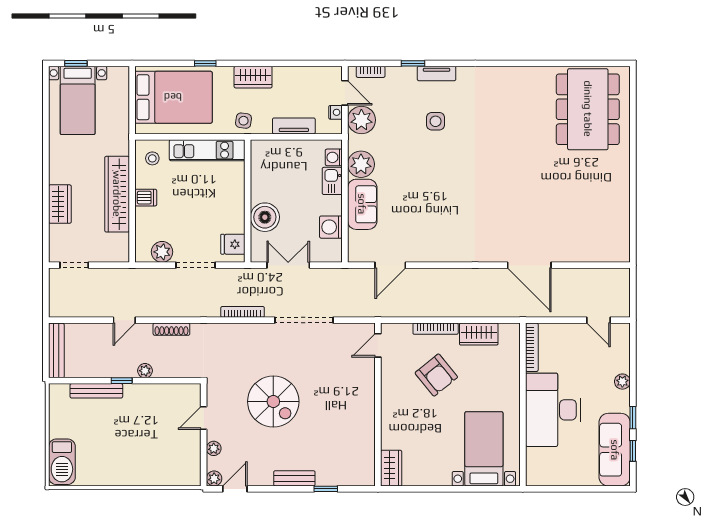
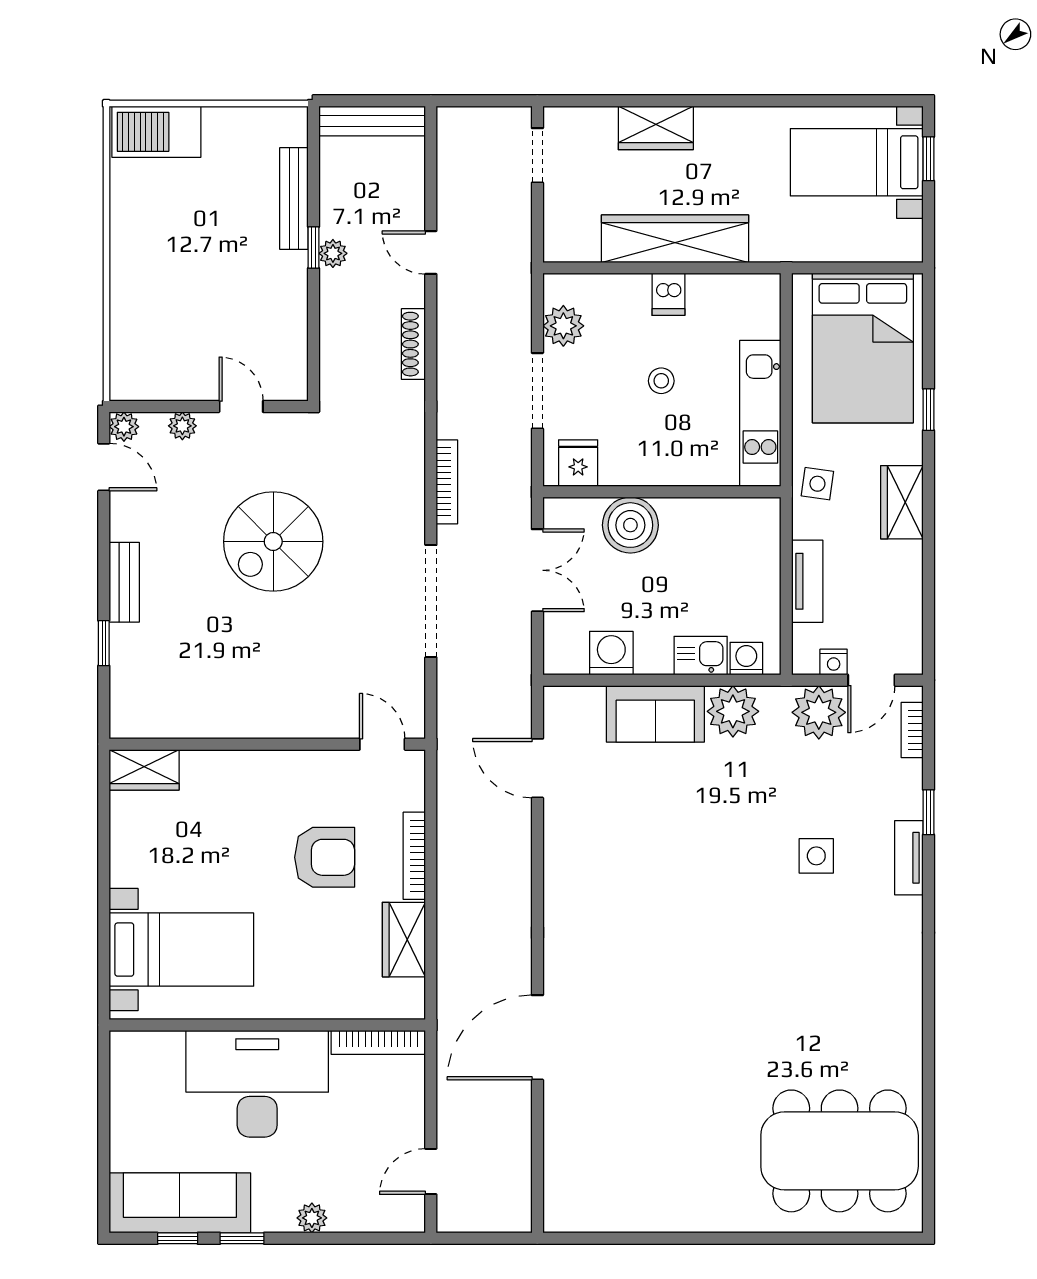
stool: (152, 158) -> (661, 381), moved
plant: (145, 371) -> (333, 253), moved
armchair: (436, 375) -> (325, 857), turned -141

